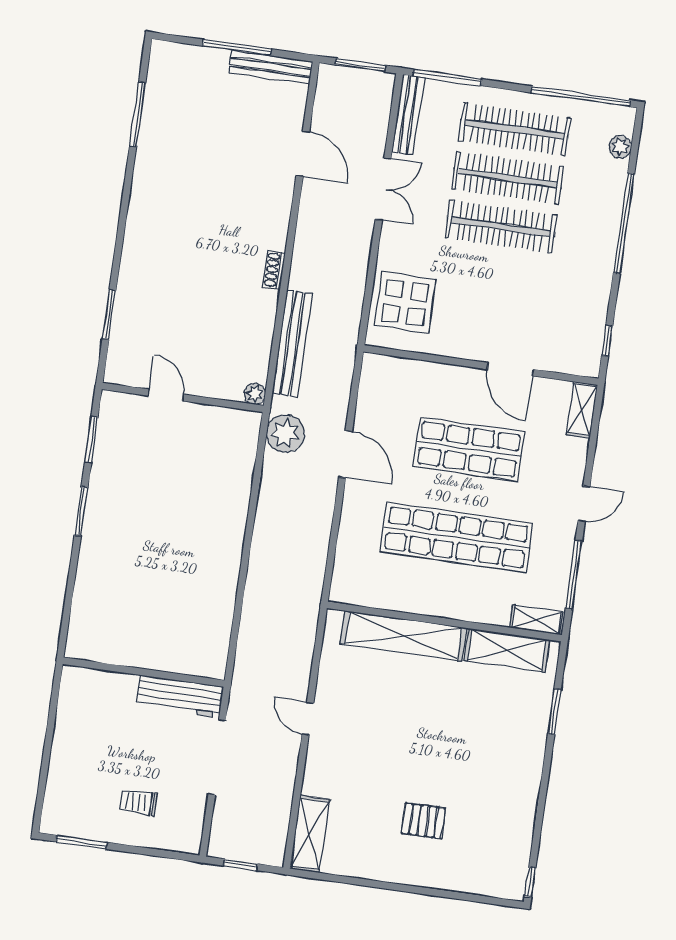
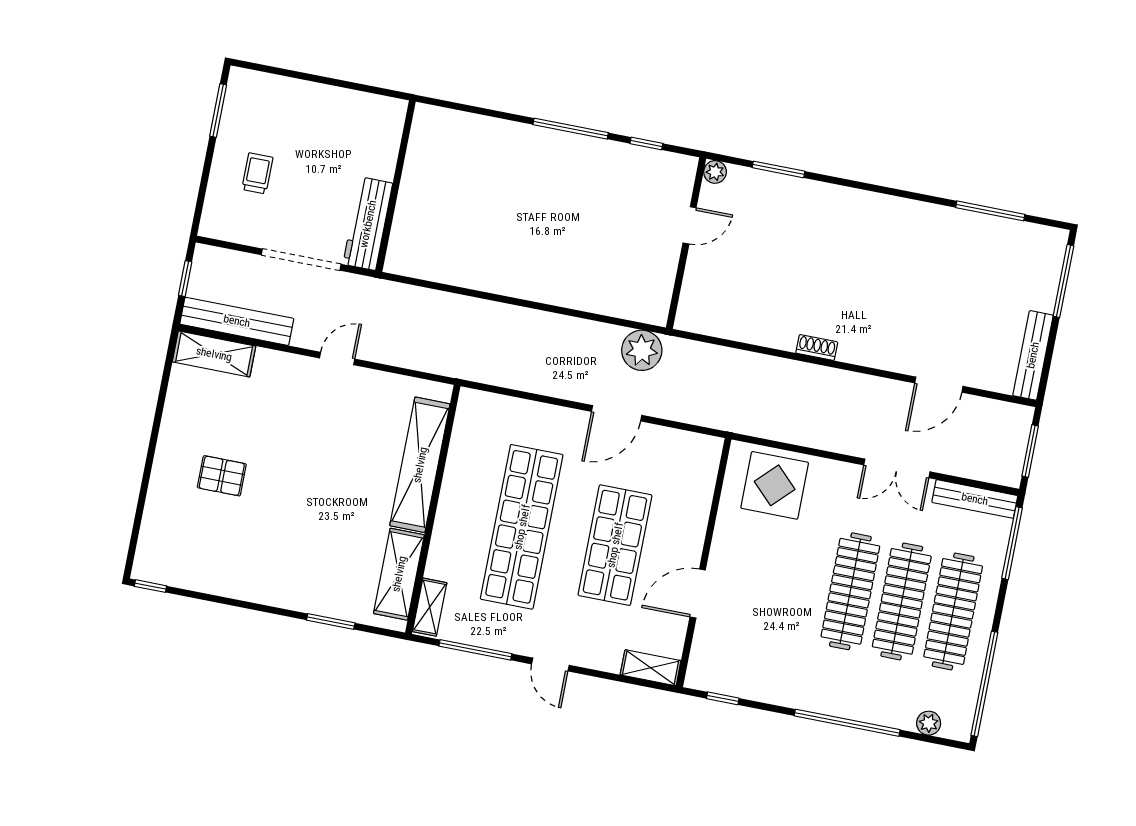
window: (237, 48) -> (1063, 281), moved
bench: (292, 344) -> (237, 321), moved
plant: (255, 394) -> (715, 172), moved
window: (91, 439) -> (646, 143), width x0.67
window: (81, 511) -> (571, 129), width x1.44
pallet: (423, 821) -> (222, 476), turned 90

